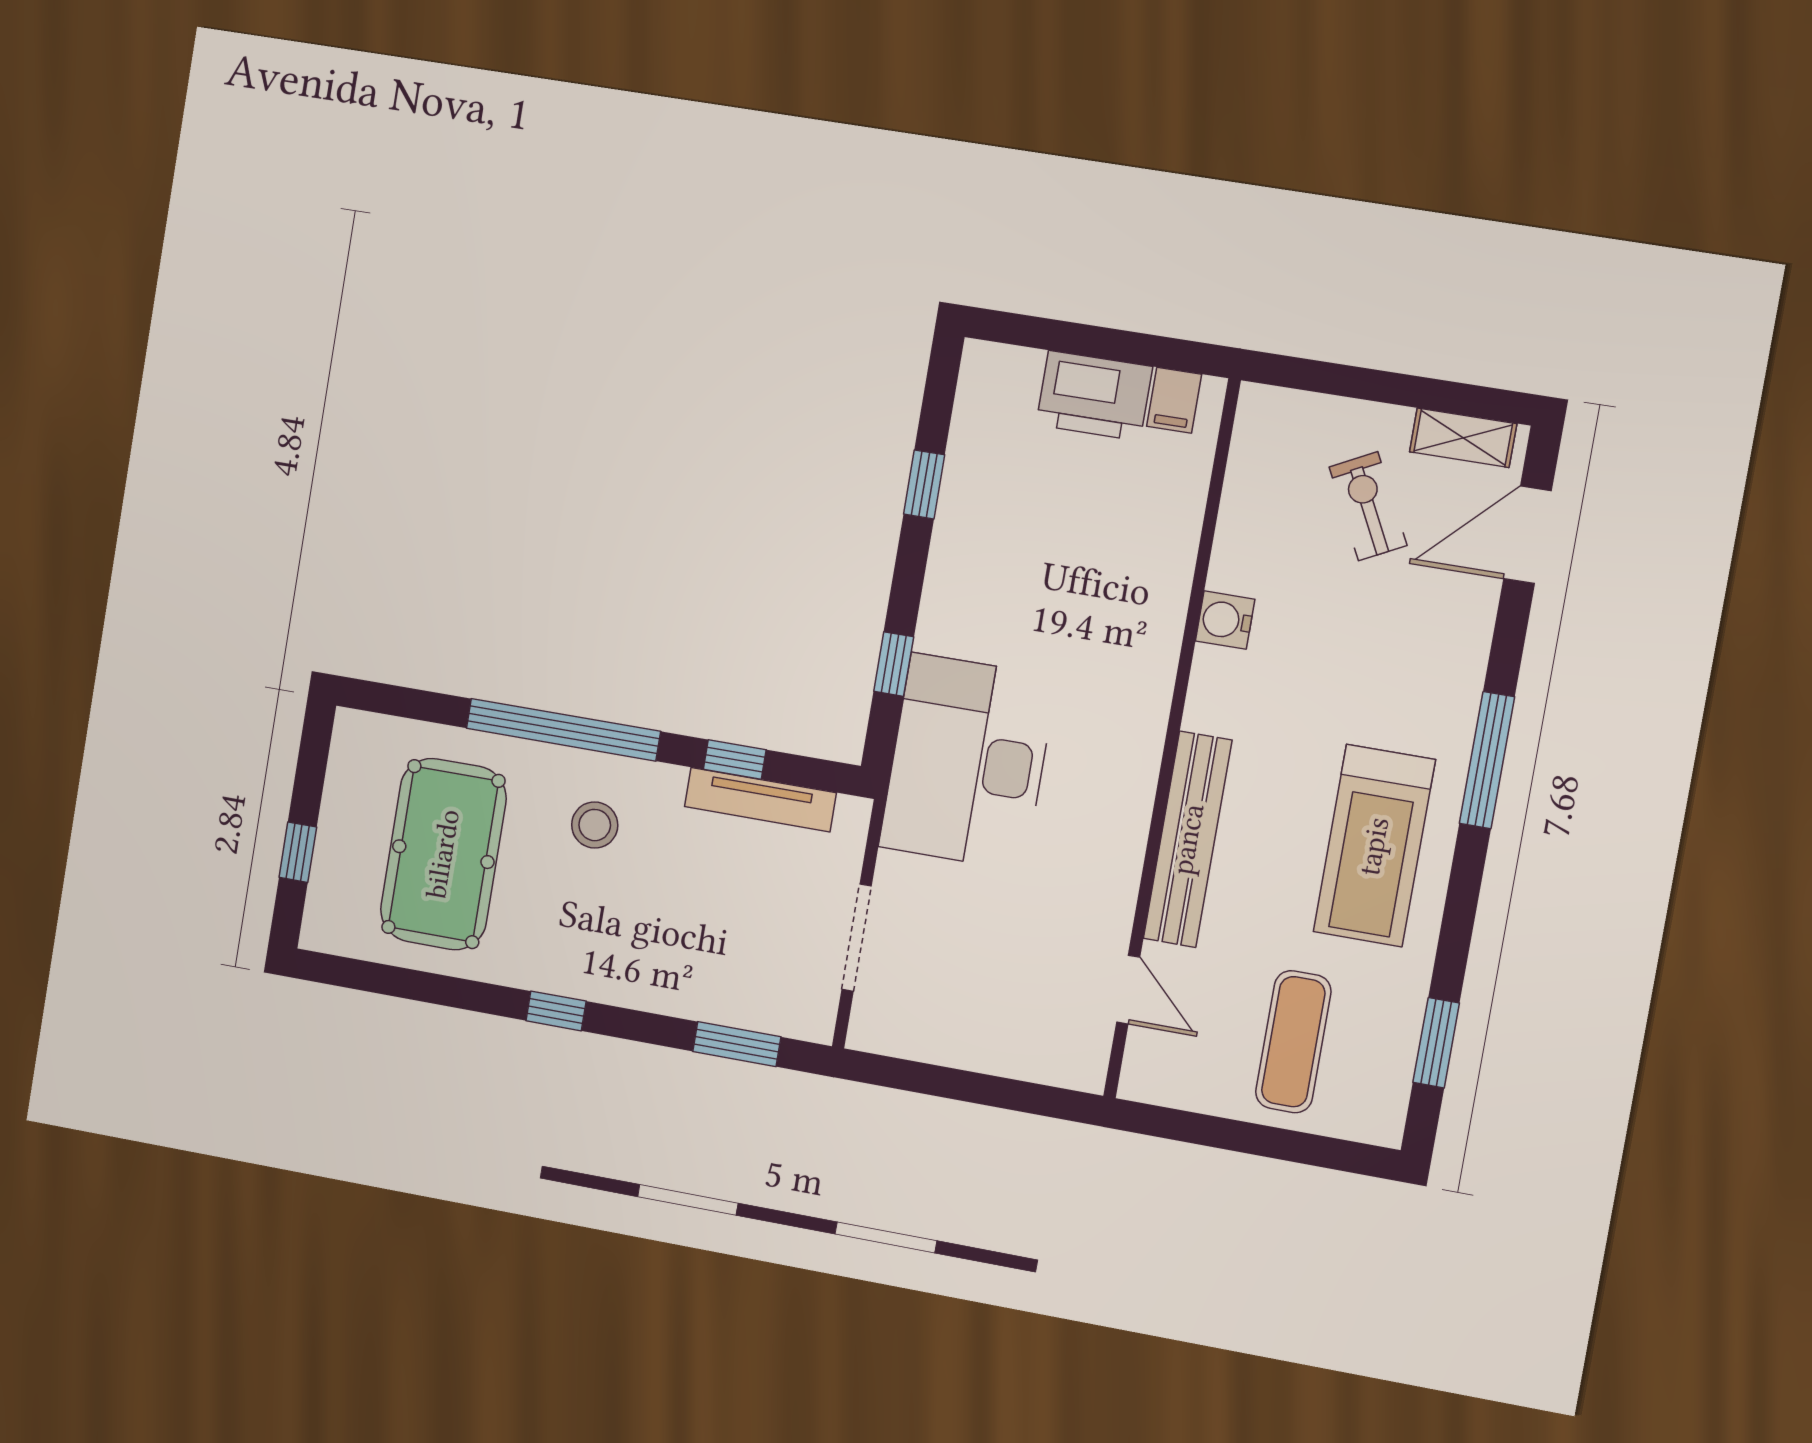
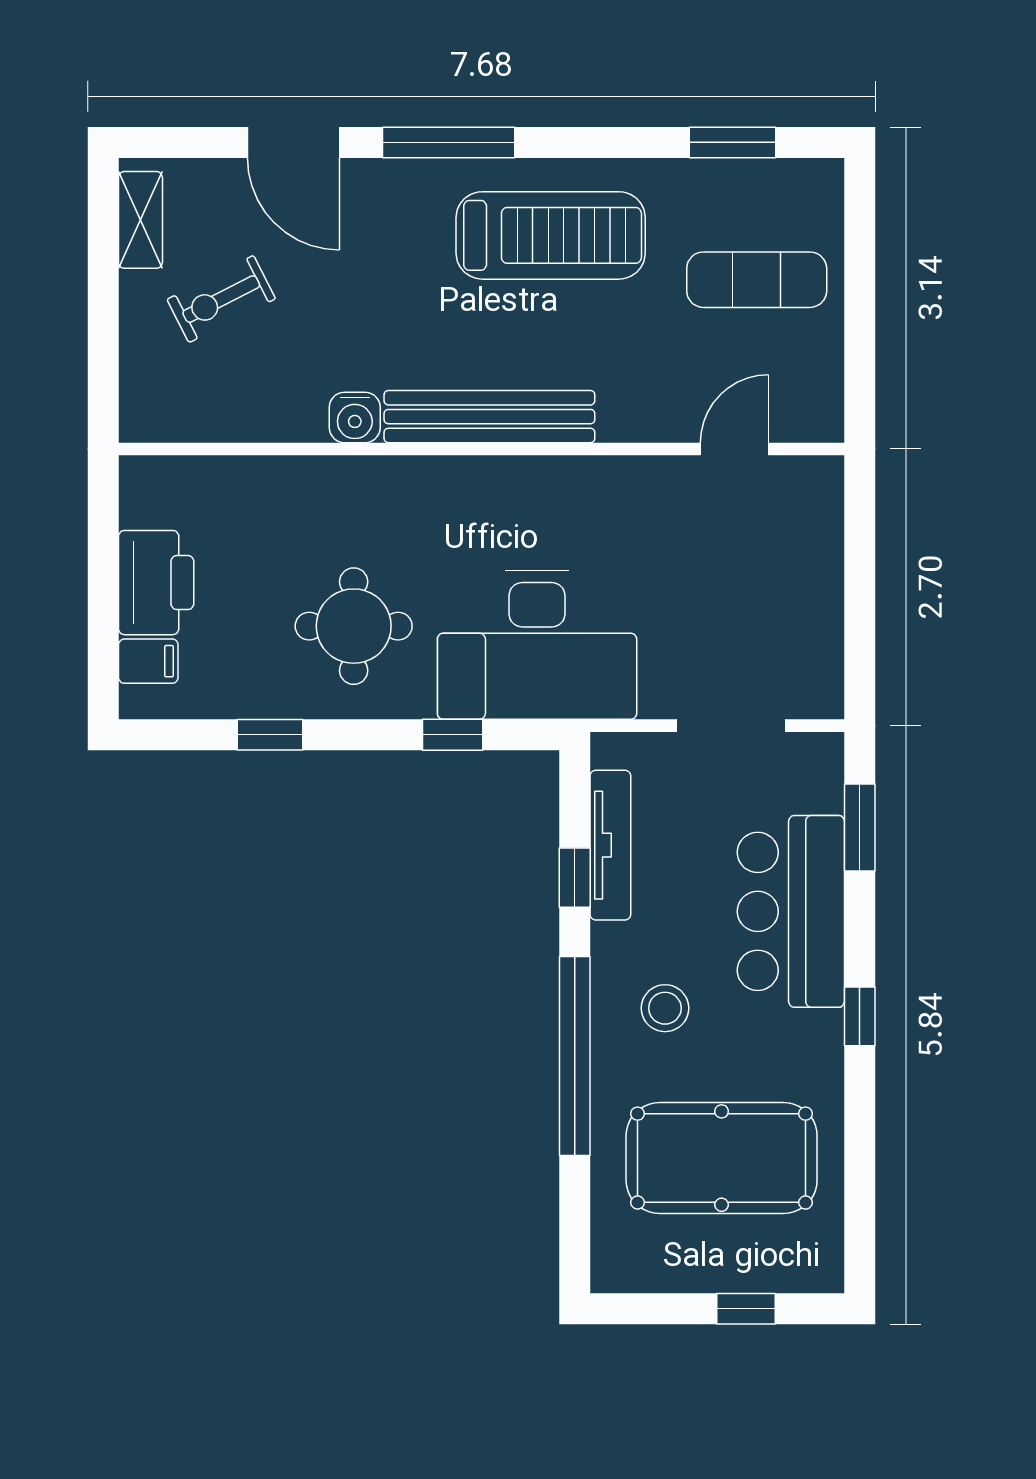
filing cabinet: (1174, 400) -> (148, 661), moved
door: (1527, 535) -> (293, 142), moved
round table: (1017, 585) -> (354, 626), added
bench: (1188, 839) -> (489, 417), moved
bar counter: (667, 963) -> (791, 911), added

